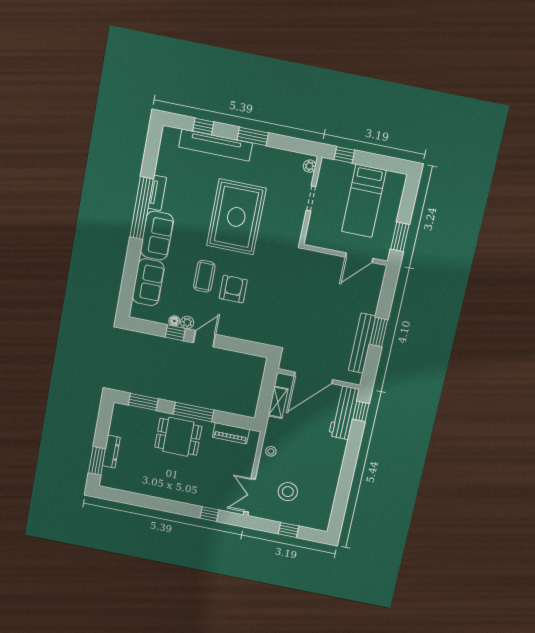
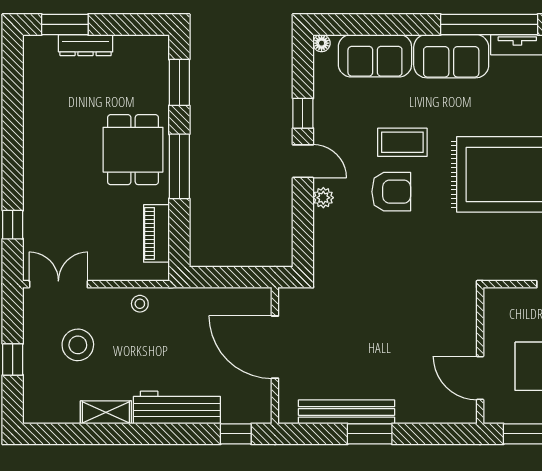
floor lamp: (174, 321) -> (322, 43), moved
plant: (187, 322) -> (323, 198), moved
shelving: (278, 402) -> (106, 412), moved
workbench: (344, 413) -> (177, 408), moved

